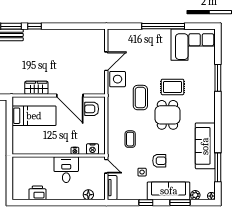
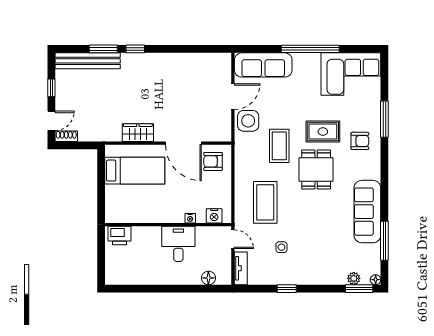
coffee table: (130, 139) -> (265, 202), width x1.86, depth x1.72
armchair: (159, 161) -> (360, 141), moved
sofa: (169, 191) -> (263, 65), moved, turned 180
printer: (37, 193) -> (119, 235), moved, turned 180
window: (180, 203) -> (359, 289), moved

